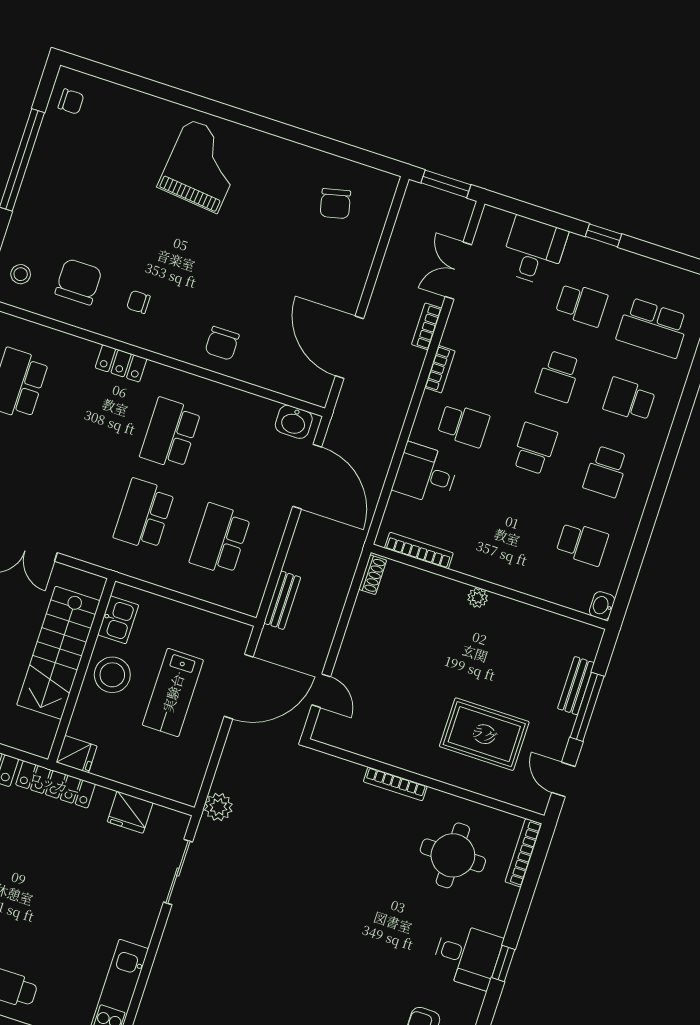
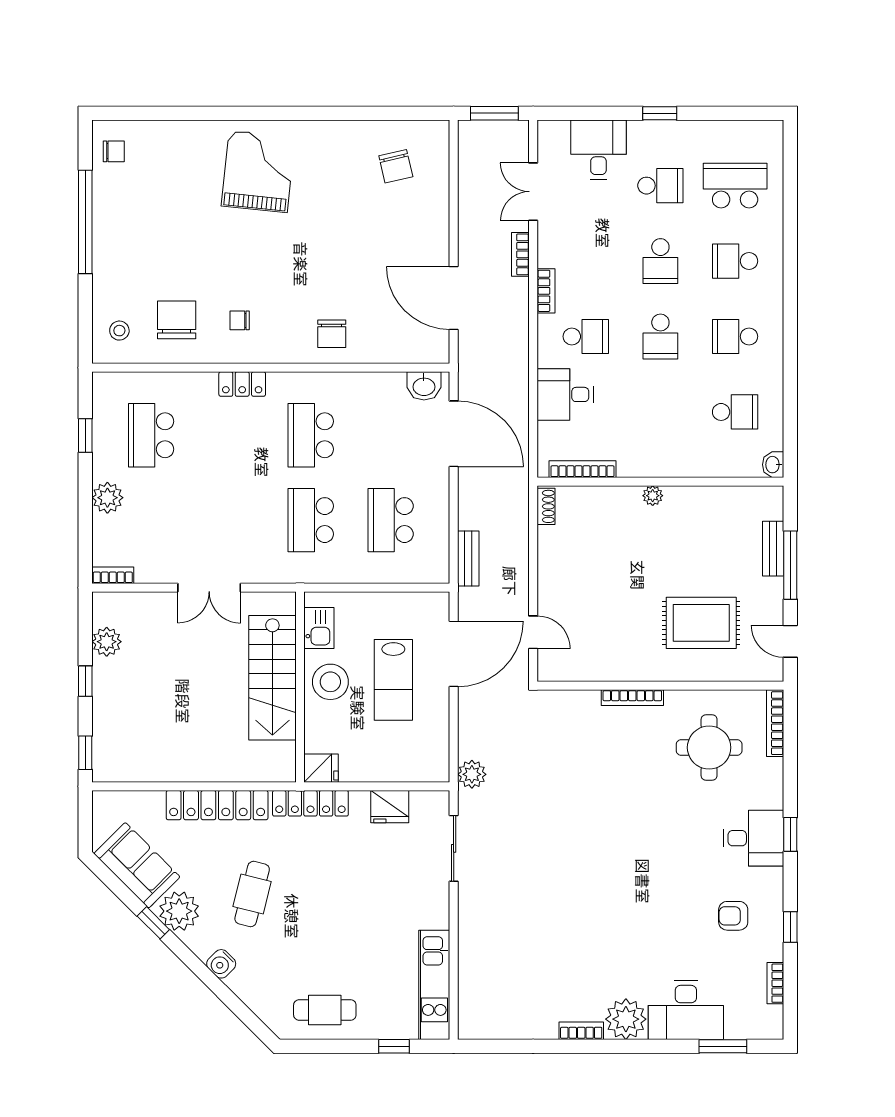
school desk: (653, 328) -> (735, 186), turned 180
school desk: (535, 448) -> (660, 336), turned 180
school desk: (606, 472) -> (735, 336), turned 90

